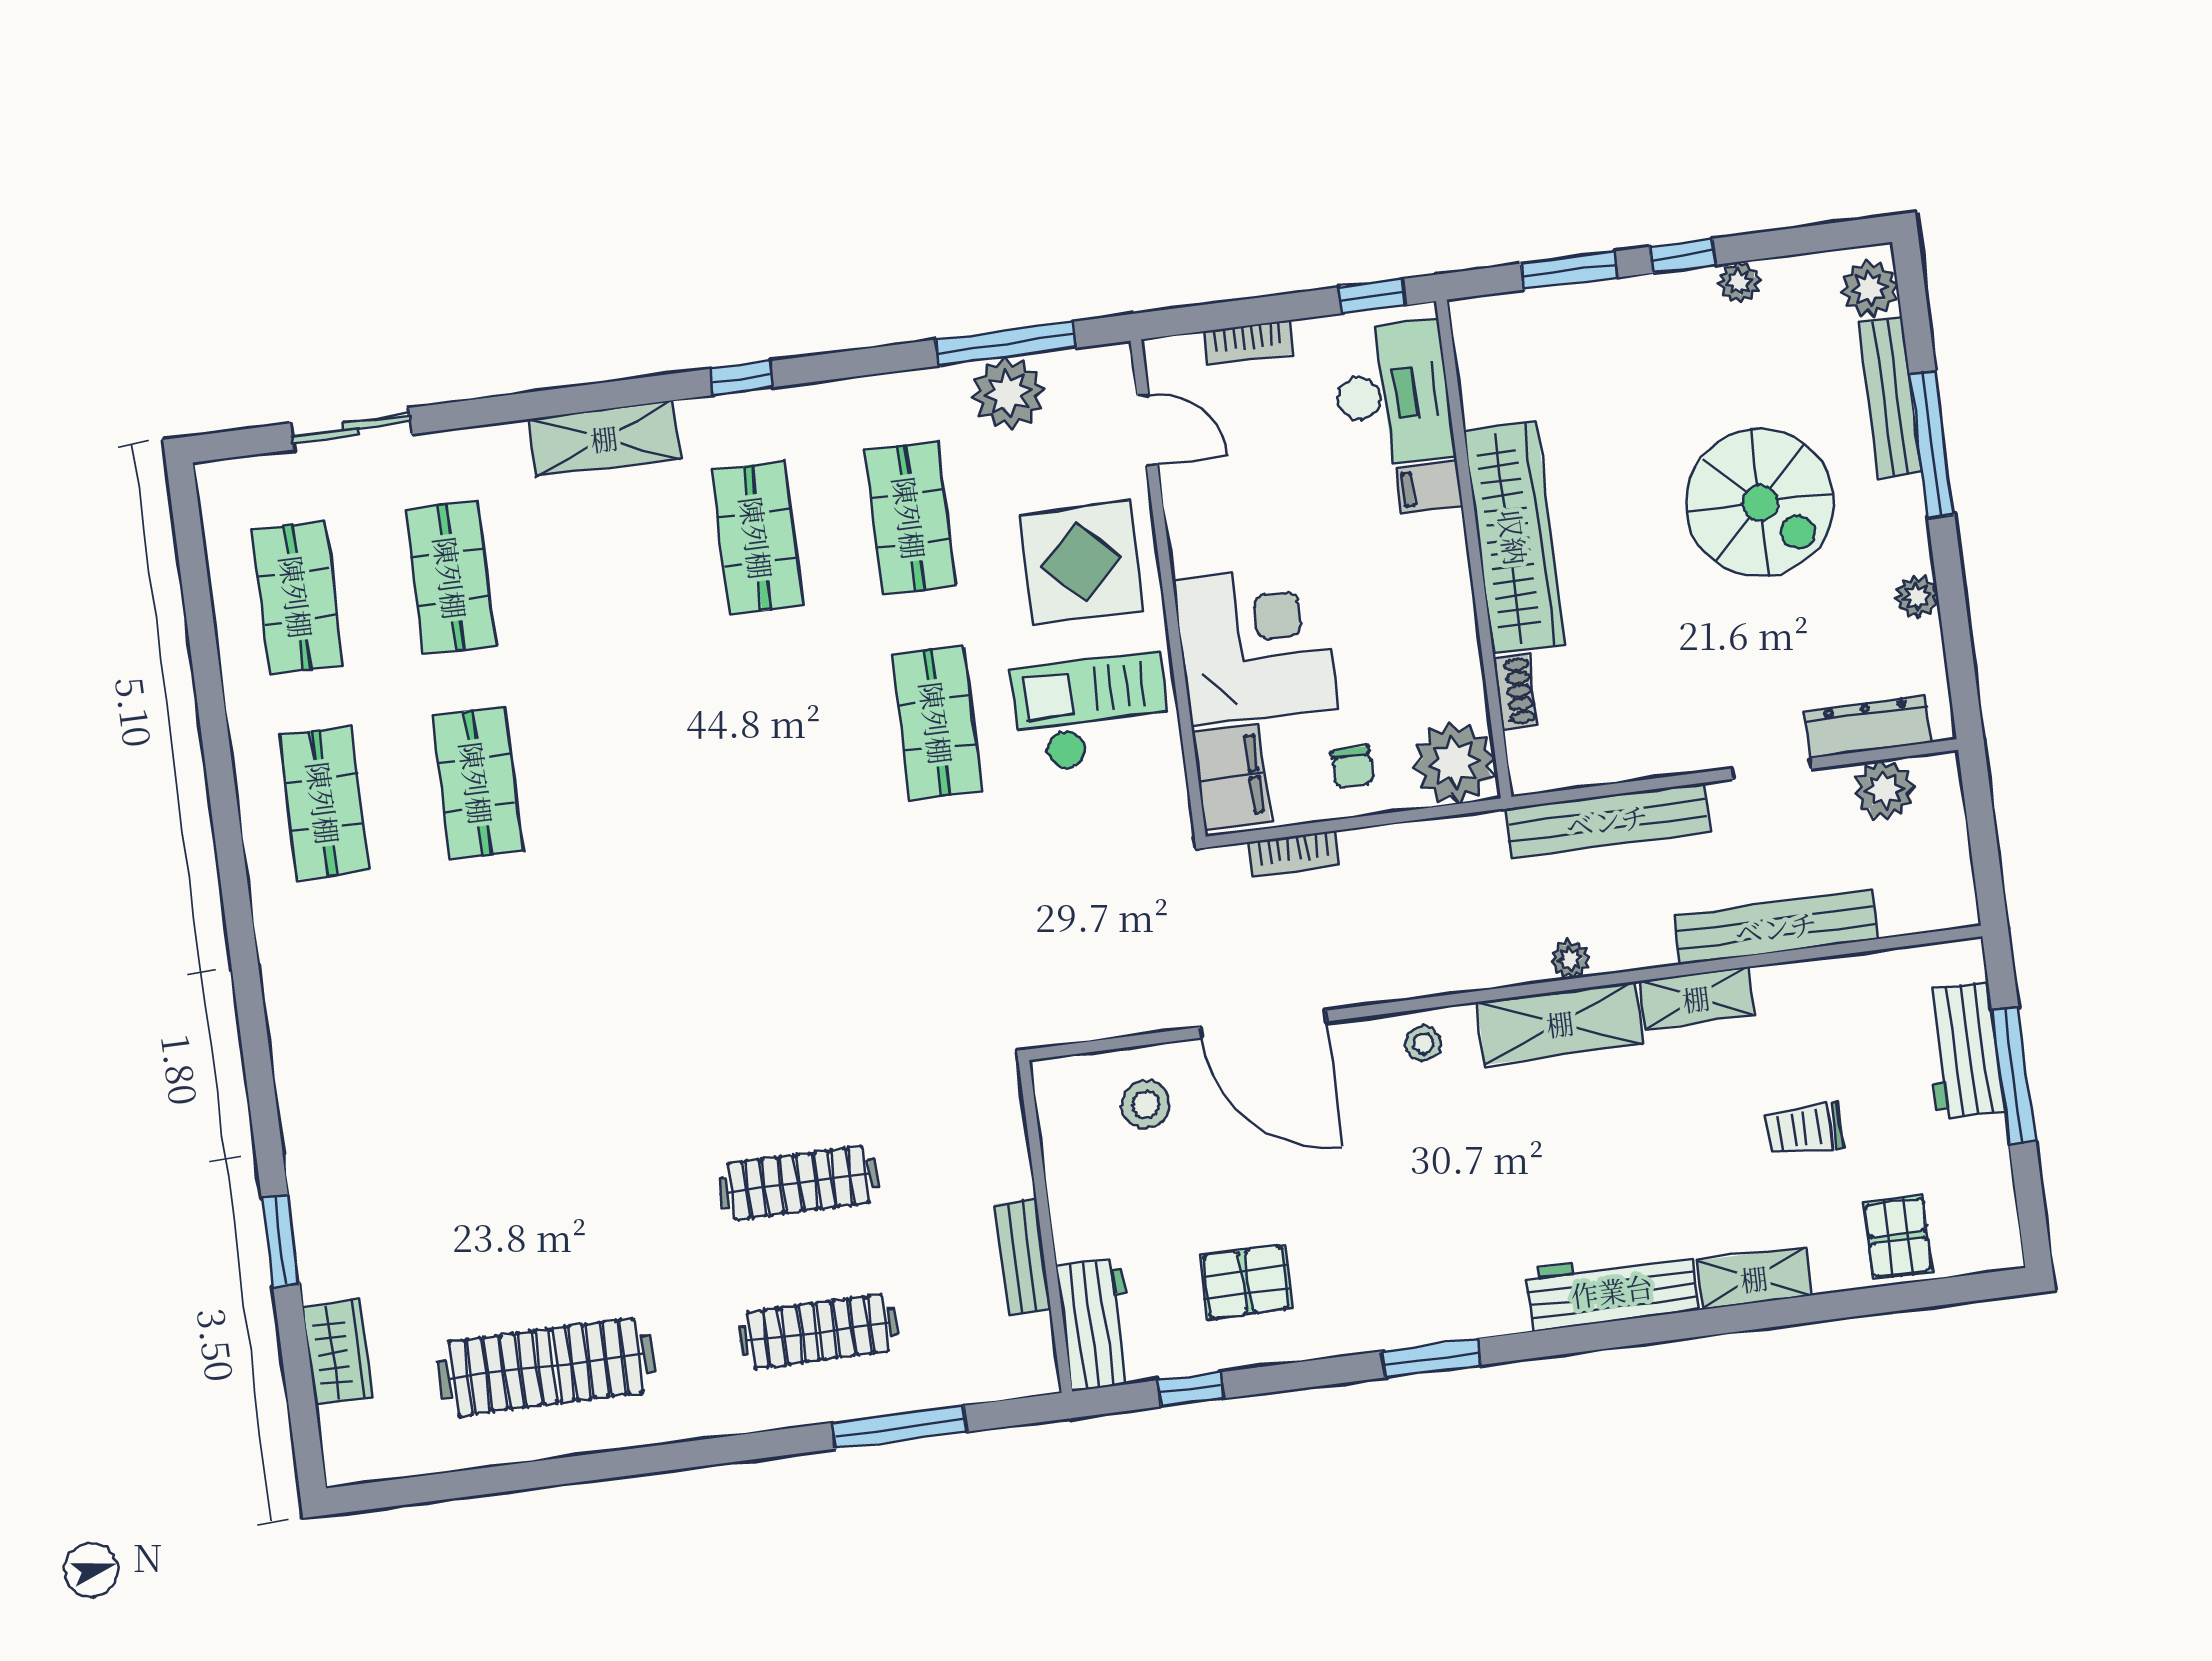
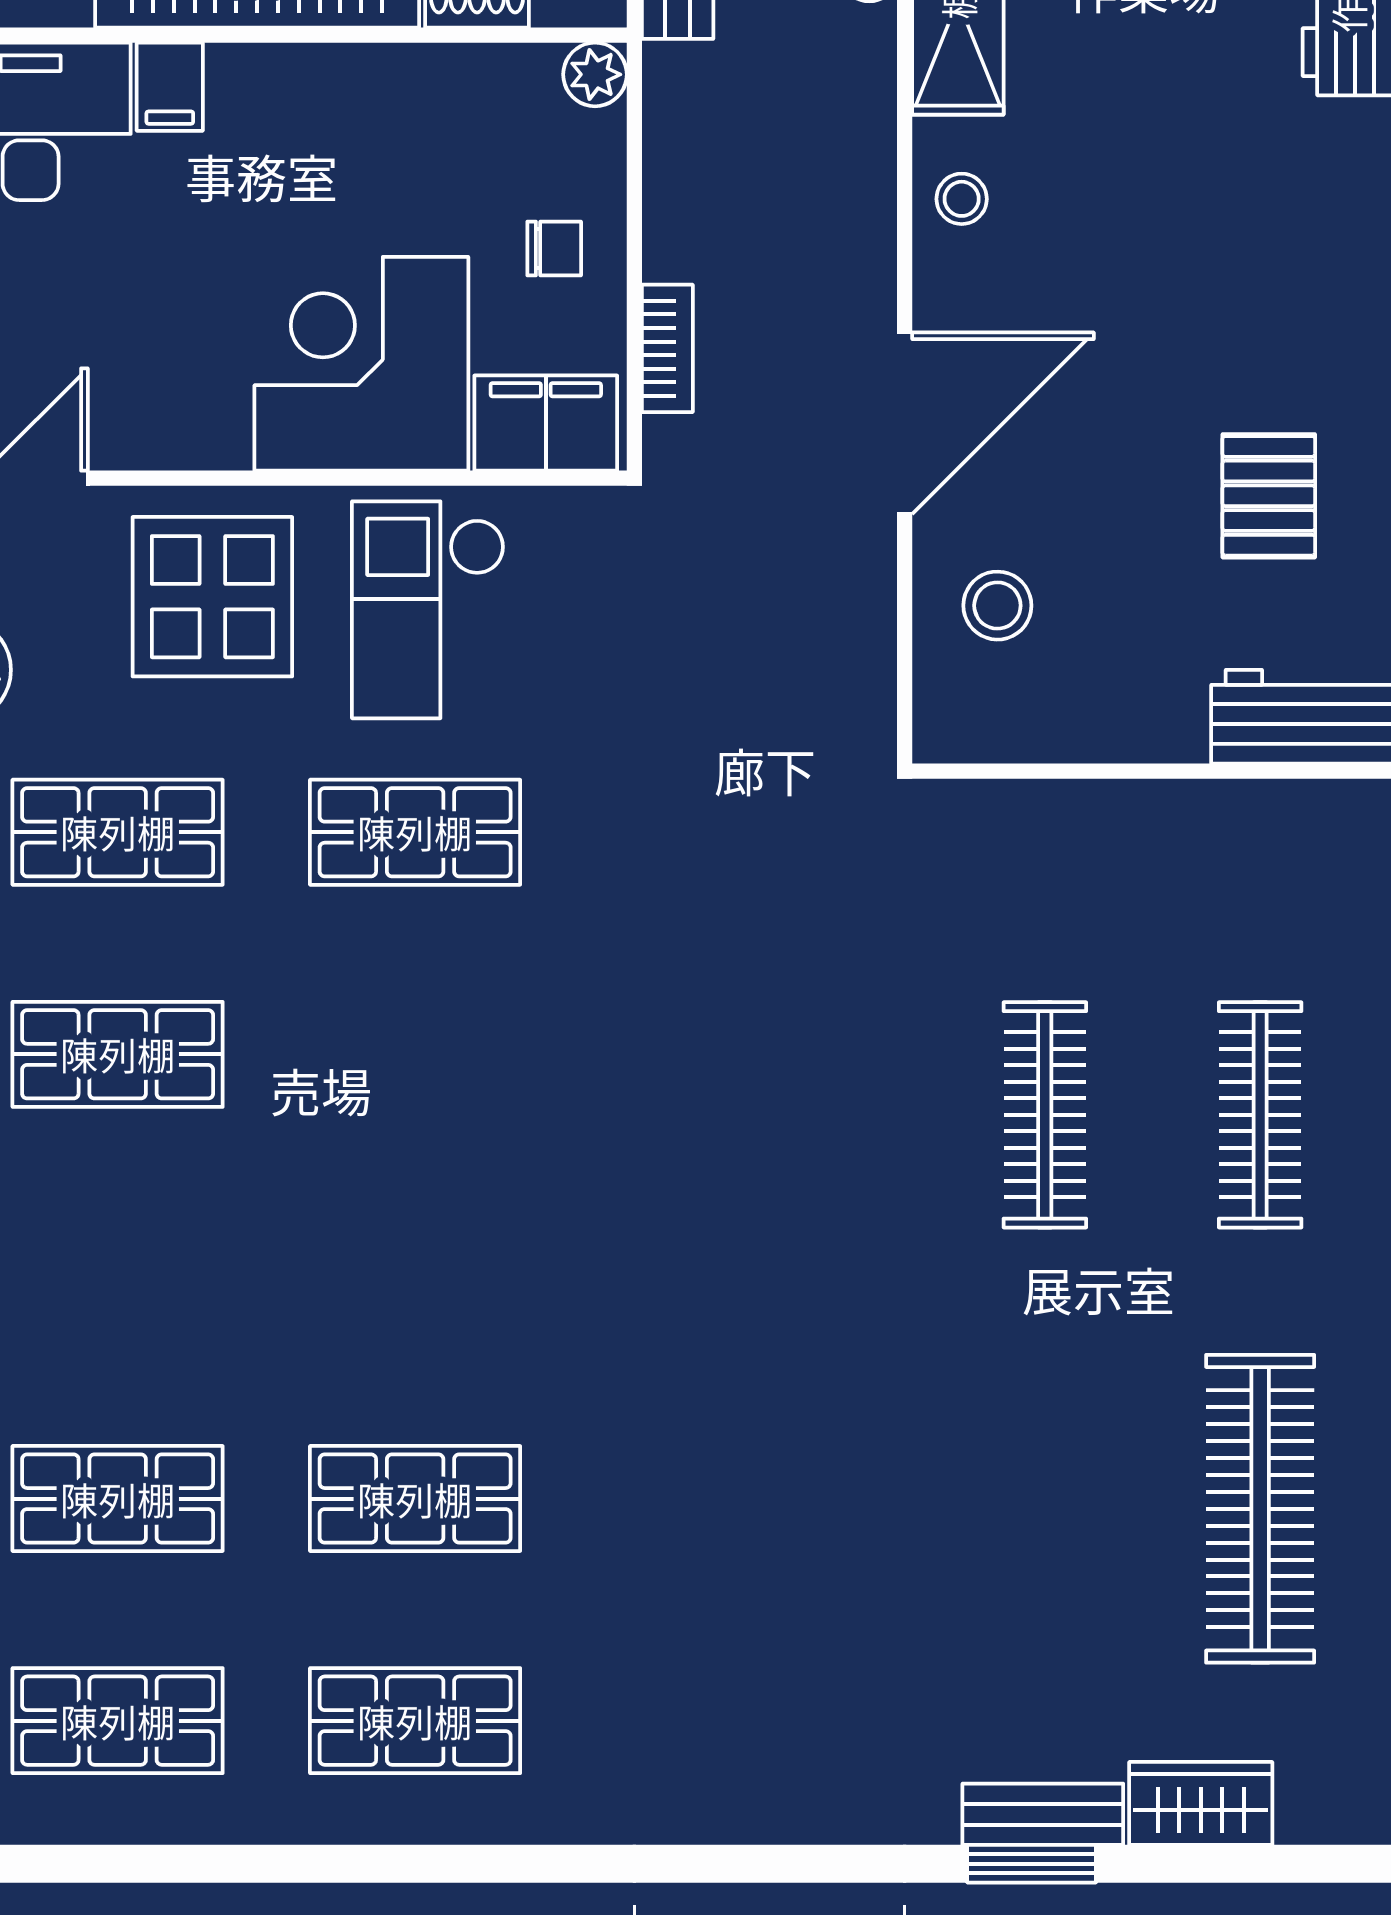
plant: (1454, 763) -> (595, 74), width x0.53, depth x0.53
bench: (1023, 1257) -> (1043, 1814), moved

